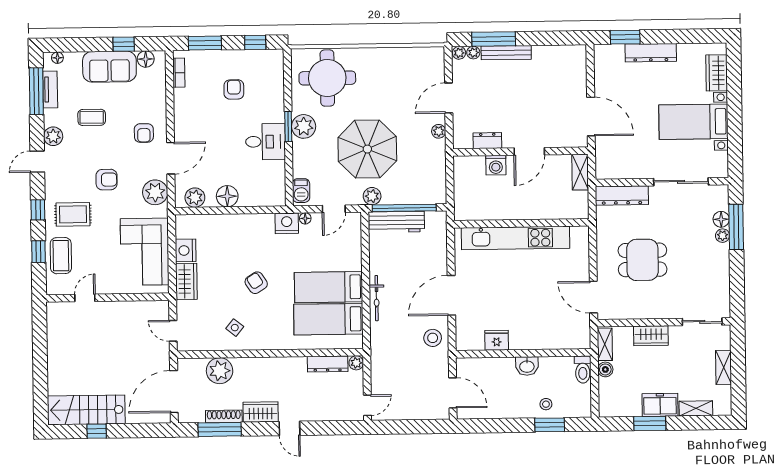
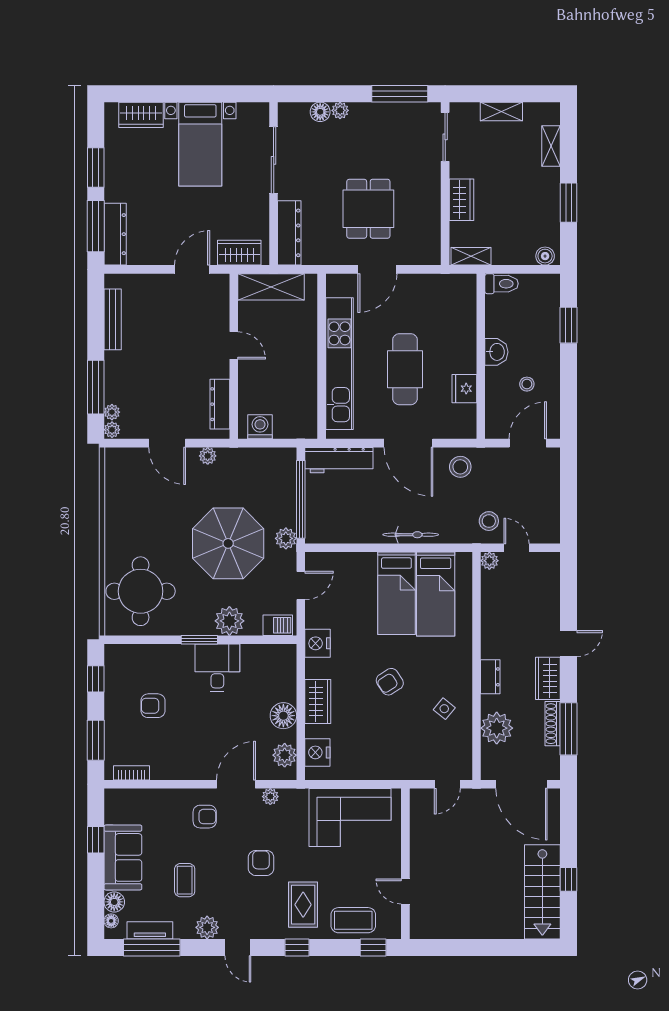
window: (673, 36) -> (96, 168), added
window: (625, 37) -> (96, 226), width x1.44
bench: (506, 53) -> (113, 319), moved
dresser: (651, 53) -> (115, 234), moved
floor lamp: (146, 59) -> (114, 902), moved
door: (591, 116) -> (192, 269), width x0.73
plant: (304, 126) -> (229, 621), moved
dresser: (487, 141) -> (220, 404), width x1.44
door: (529, 151) -> (234, 345), width x0.73
wardrobe: (605, 155) -> (239, 253), added
door: (171, 158) -> (236, 784), hinge flipped
washing machine: (496, 165) -> (260, 427), moved, turned -90
shelving: (580, 172) -> (271, 287), width x1.50, depth x1.33
plant: (155, 192) -> (270, 797), width x0.53, depth x0.53
door: (334, 209) -> (301, 585), hinge flipped
floor lamp: (305, 218) -> (312, 621), removed
workbench: (396, 222) -> (339, 460), moved, turned 90
window: (736, 227) -> (400, 94), moved
nightstand: (186, 250) -> (317, 752), moved, turned 90
window: (39, 252) -> (373, 947), moved
wardrobe: (186, 281) -> (318, 701), moved, turned 90
cafe table: (512, 292) -> (405, 369), added
door: (593, 297) -> (377, 269), moved
stool: (389, 362) -> (489, 521), added
dresser: (328, 364) -> (490, 677), moved, width x0.70
boiler: (605, 369) -> (545, 256), moved
stool: (546, 404) -> (527, 384), moved
door: (367, 405) -> (517, 548), moved
freezer: (660, 405) -> (546, 190), removed

